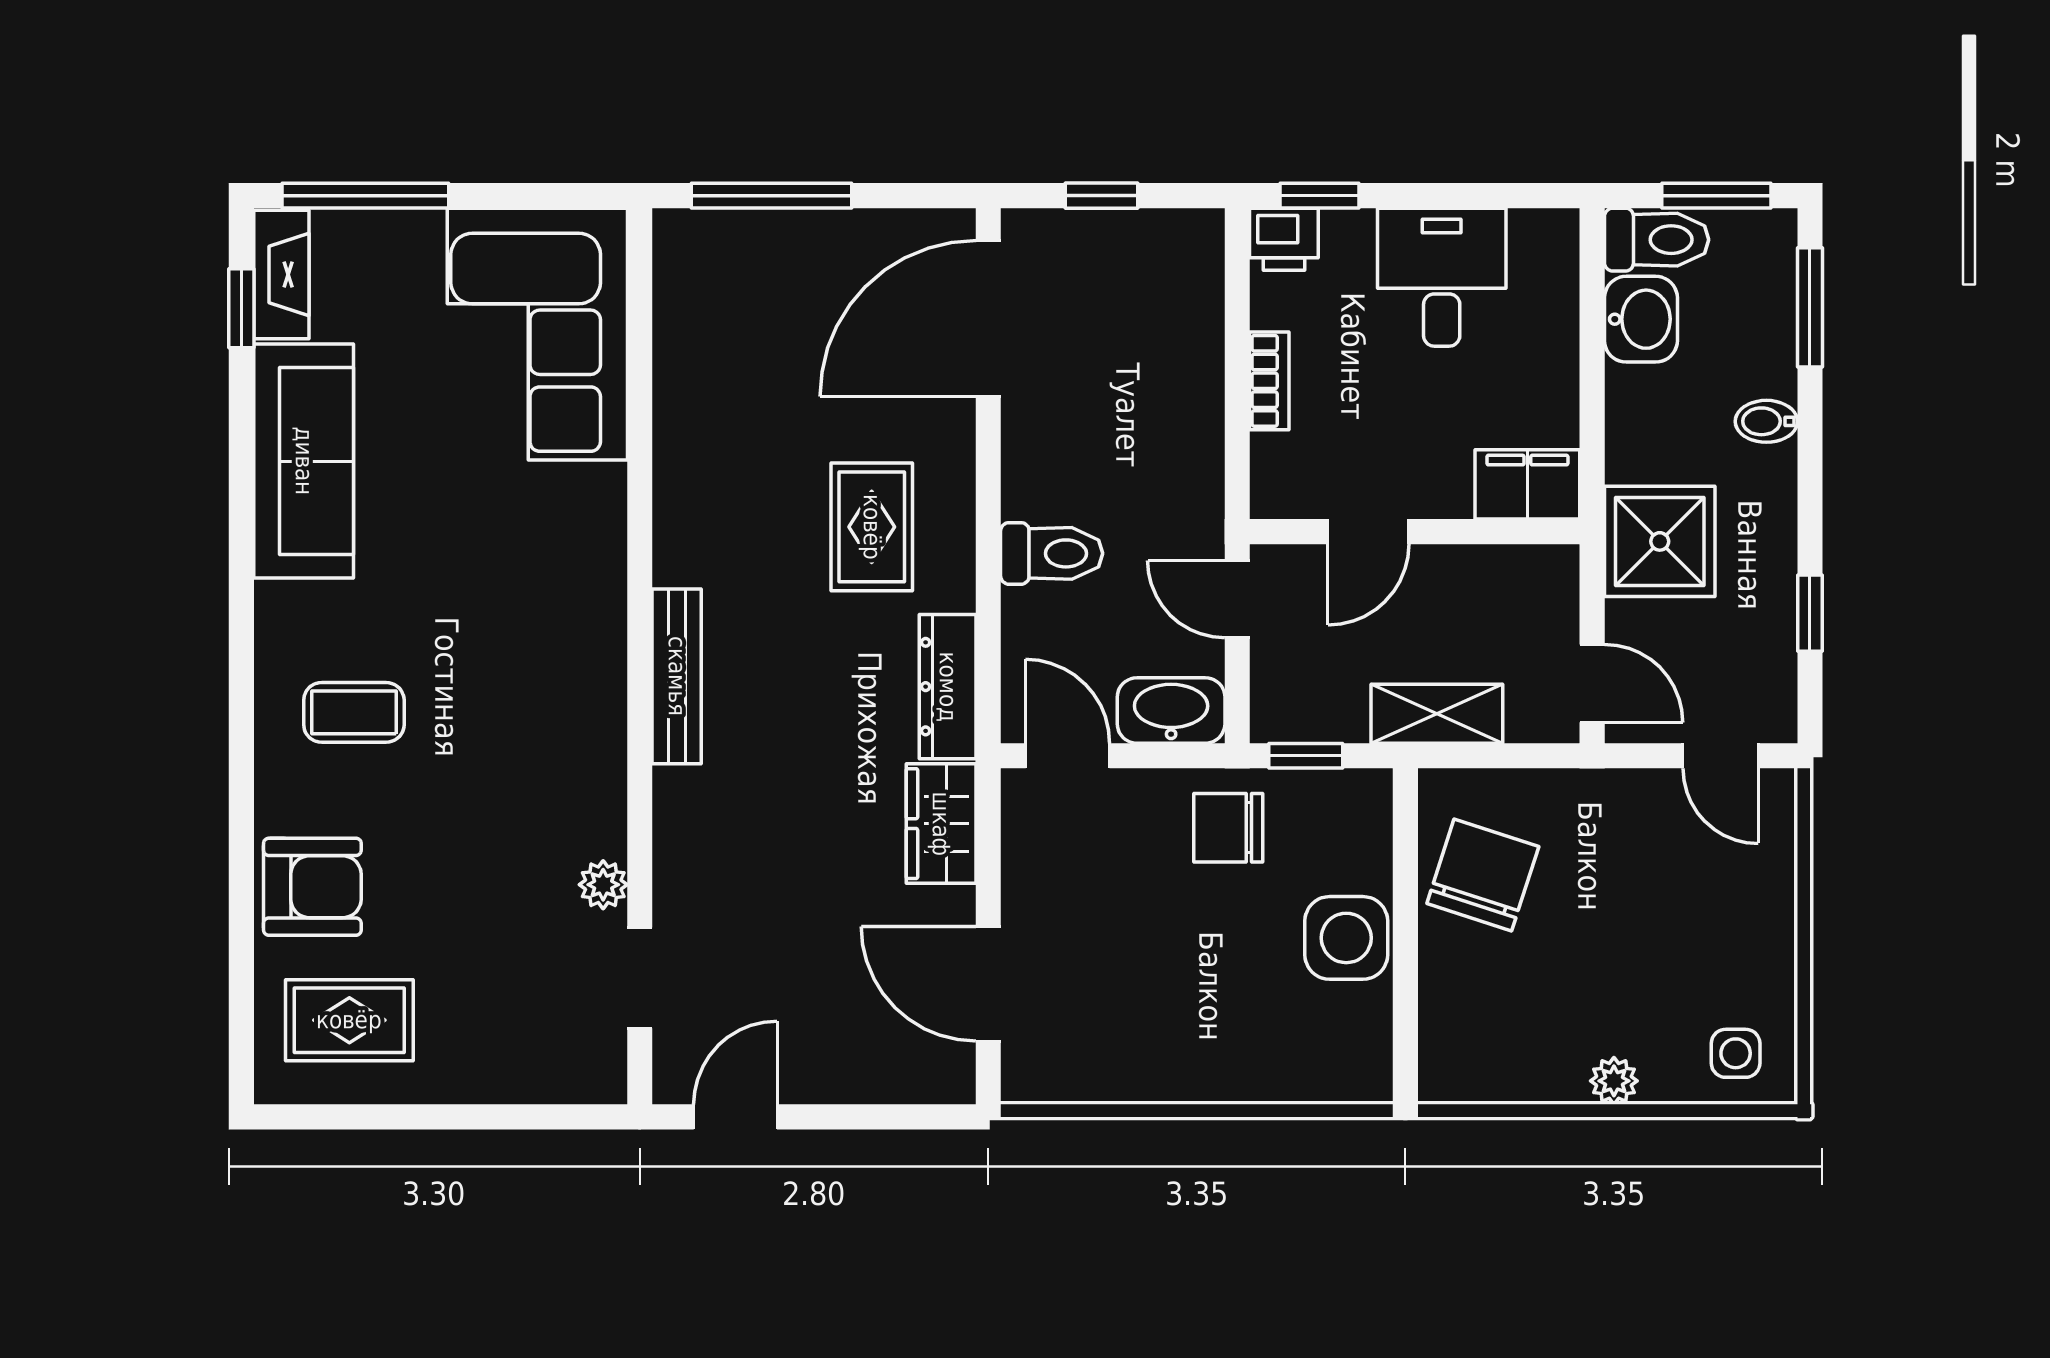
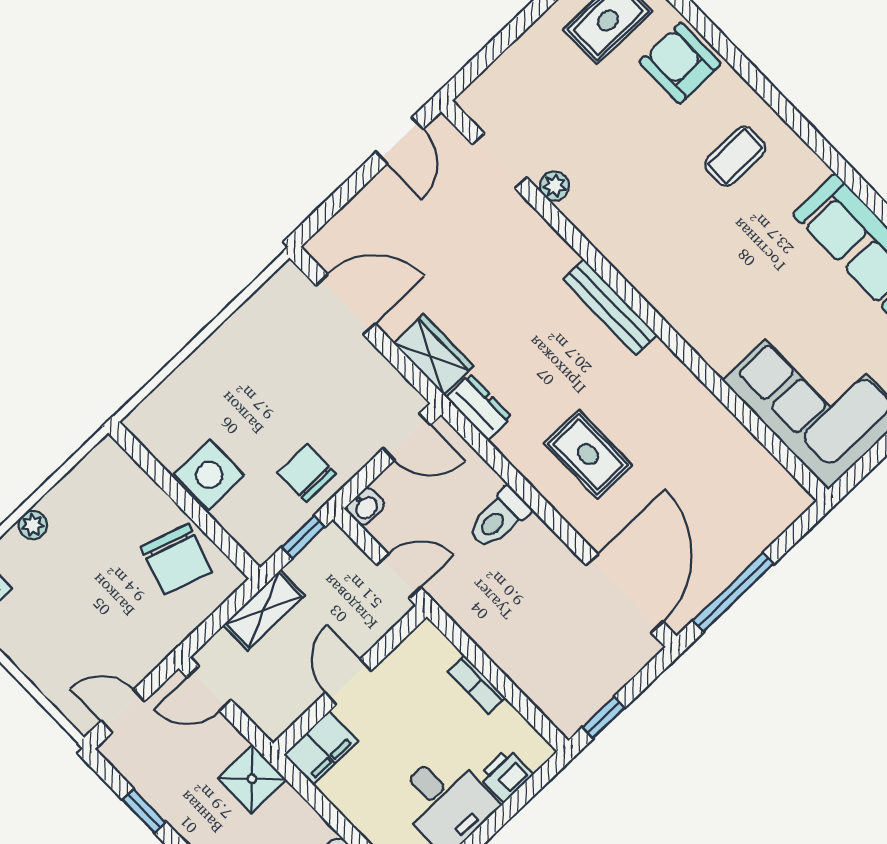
window: (772, 196) -> (733, 592), moved
window: (1102, 196) -> (603, 718), moved
window: (1320, 196) -> (532, 786), removed
printer: (1284, 239) -> (506, 775), moved
door: (1368, 532) -> (348, 682), moved
shower: (1660, 541) -> (252, 779), width x0.73, depth x0.73
dresser: (948, 687) -> (479, 407), width x0.70
washbasin: (1171, 710) -> (365, 506), width x0.52, depth x0.69
chair: (1228, 828) -> (307, 473), turned -90
armchair: (312, 887) -> (680, 63), turned 90

